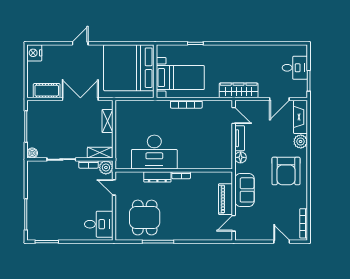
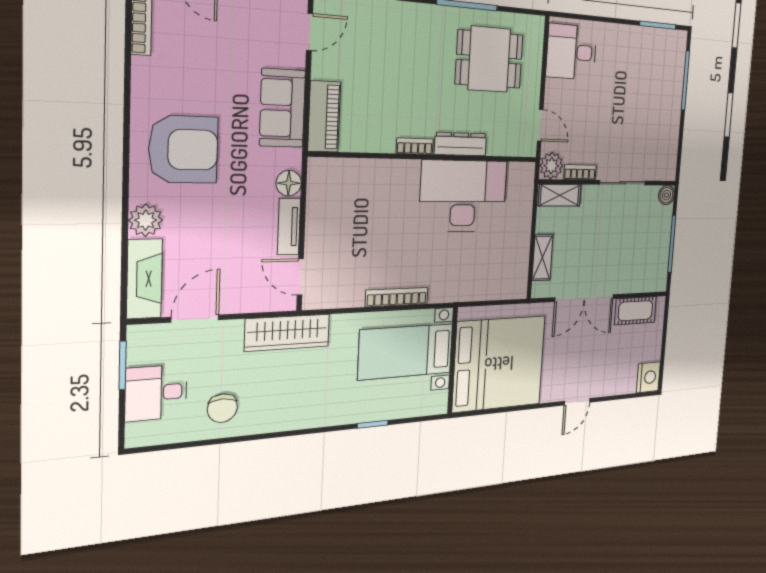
chair: (267, 58) -> (222, 408), added
armchair: (286, 171) -> (183, 149), turned 90
piano: (226, 199) -> (324, 117), moved
dining table: (145, 218) -> (489, 59), turned 90

